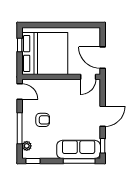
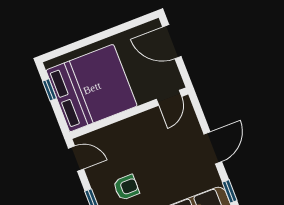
door: (103, 58) -> (172, 42), moved

